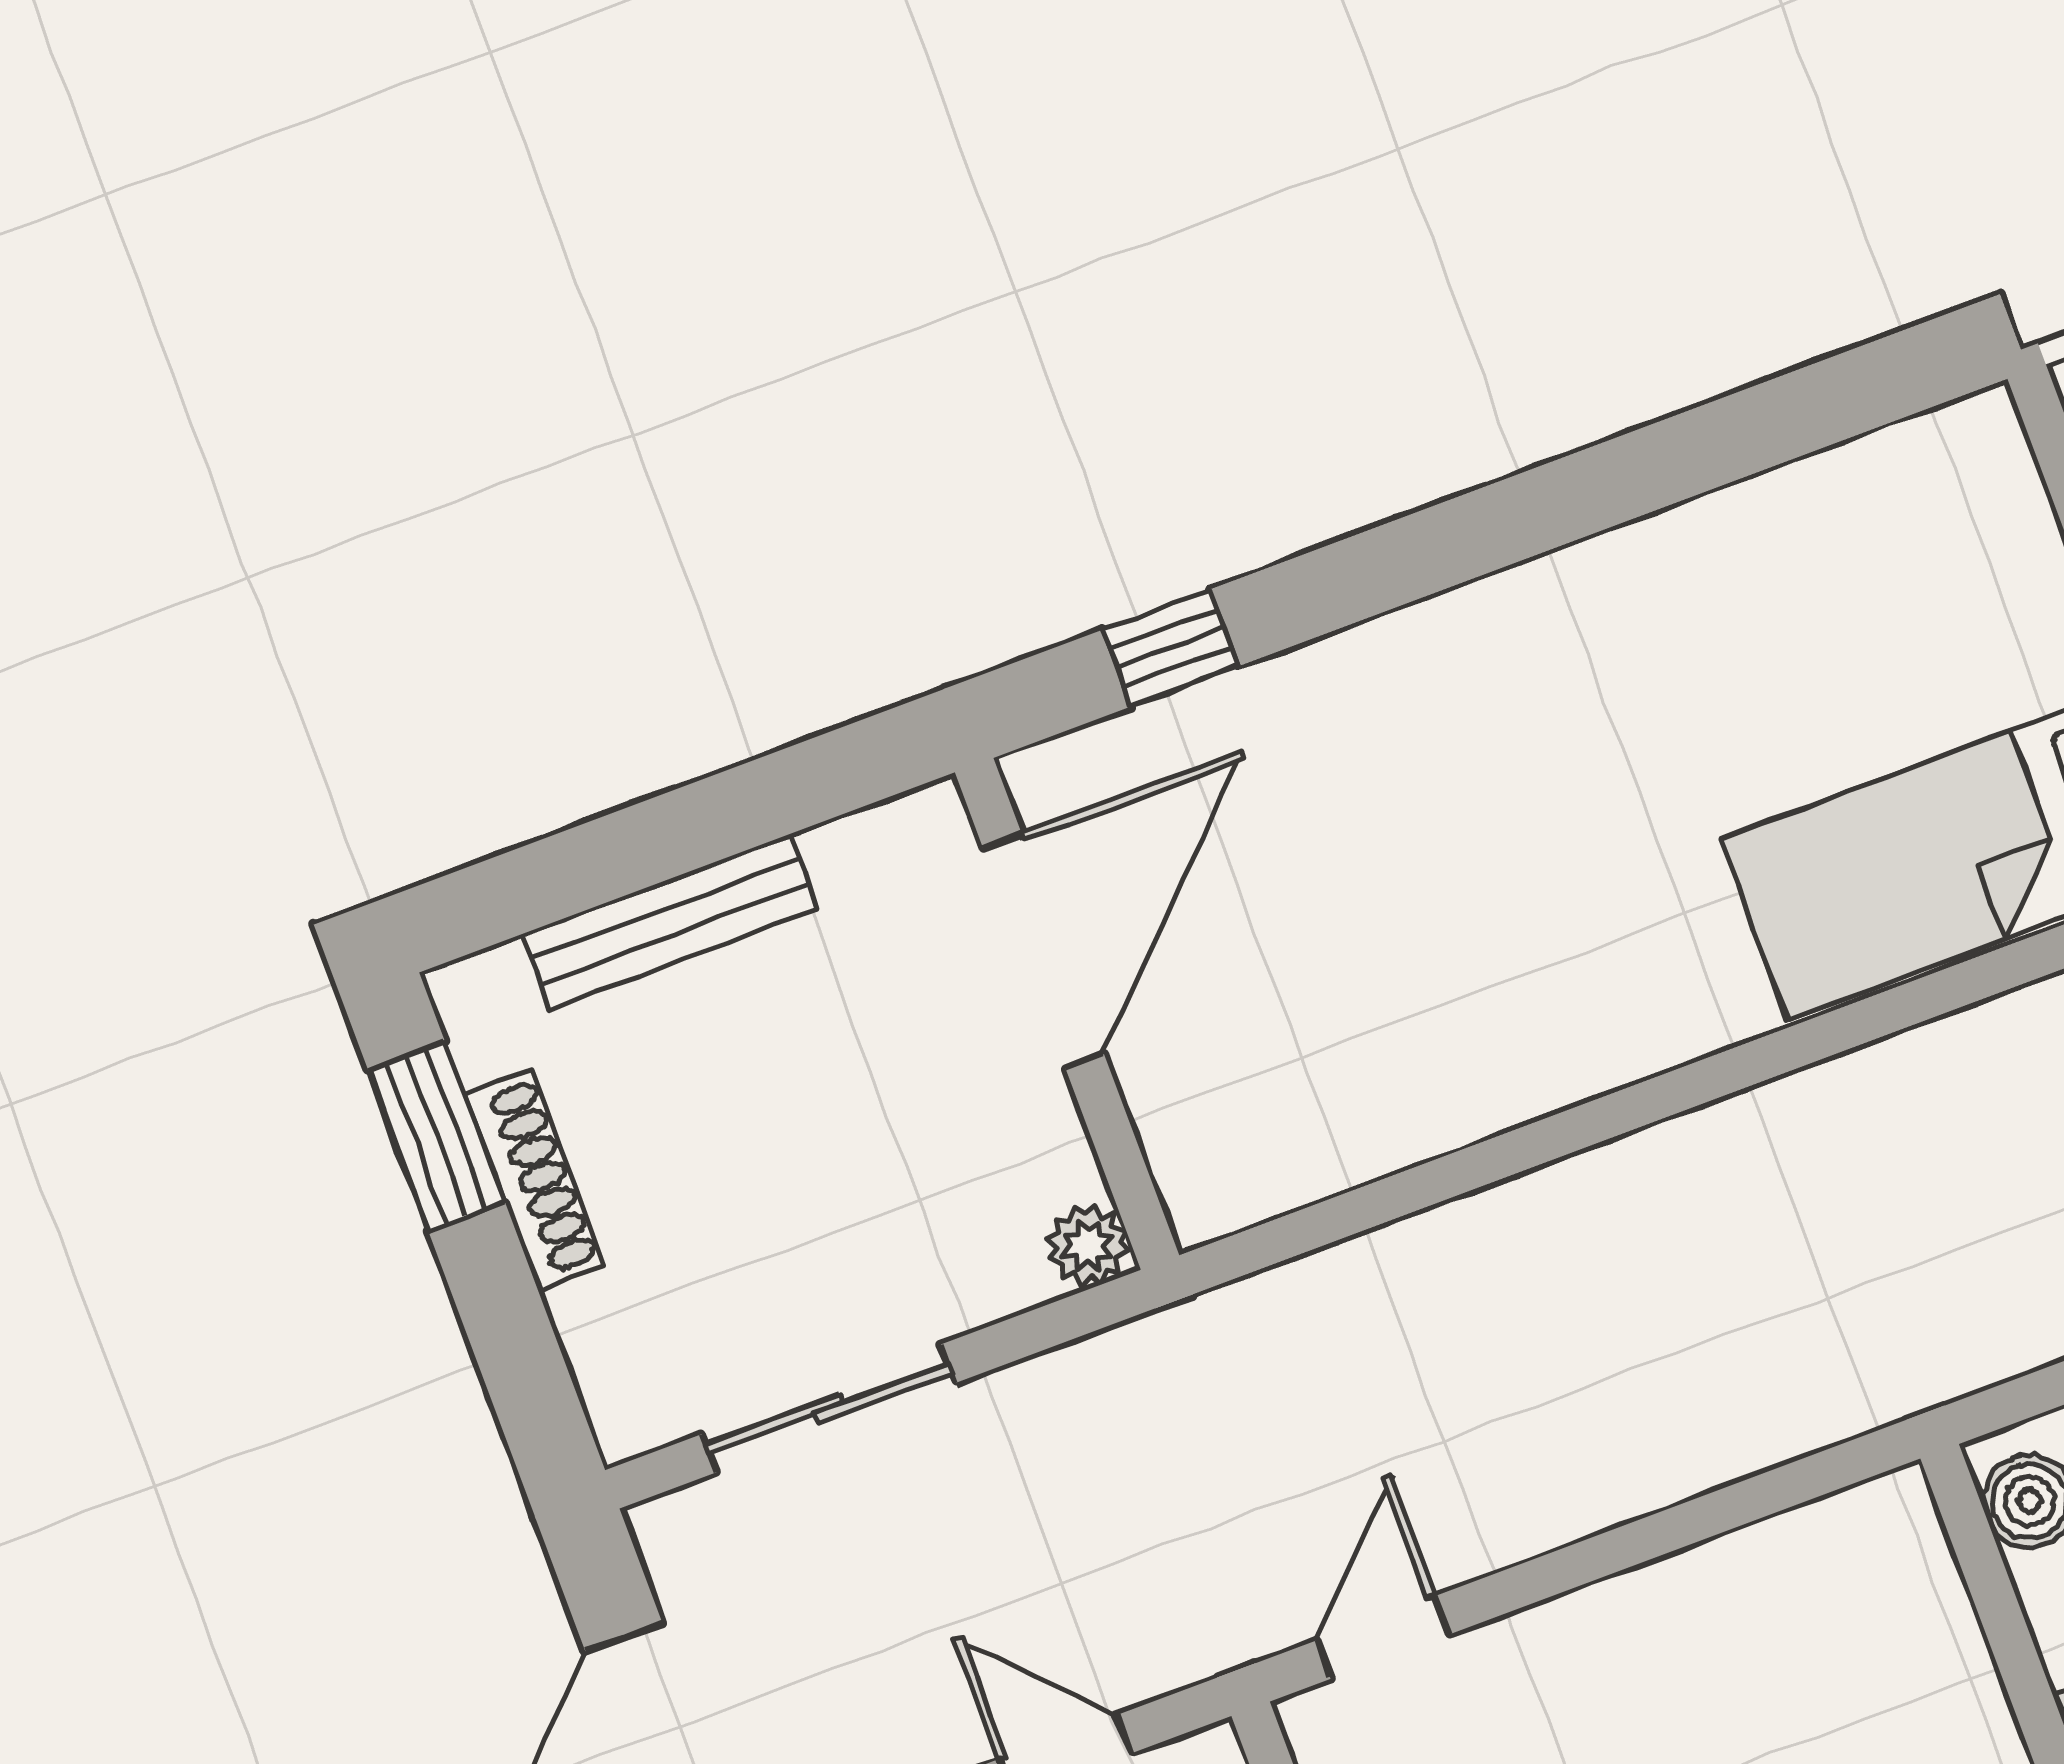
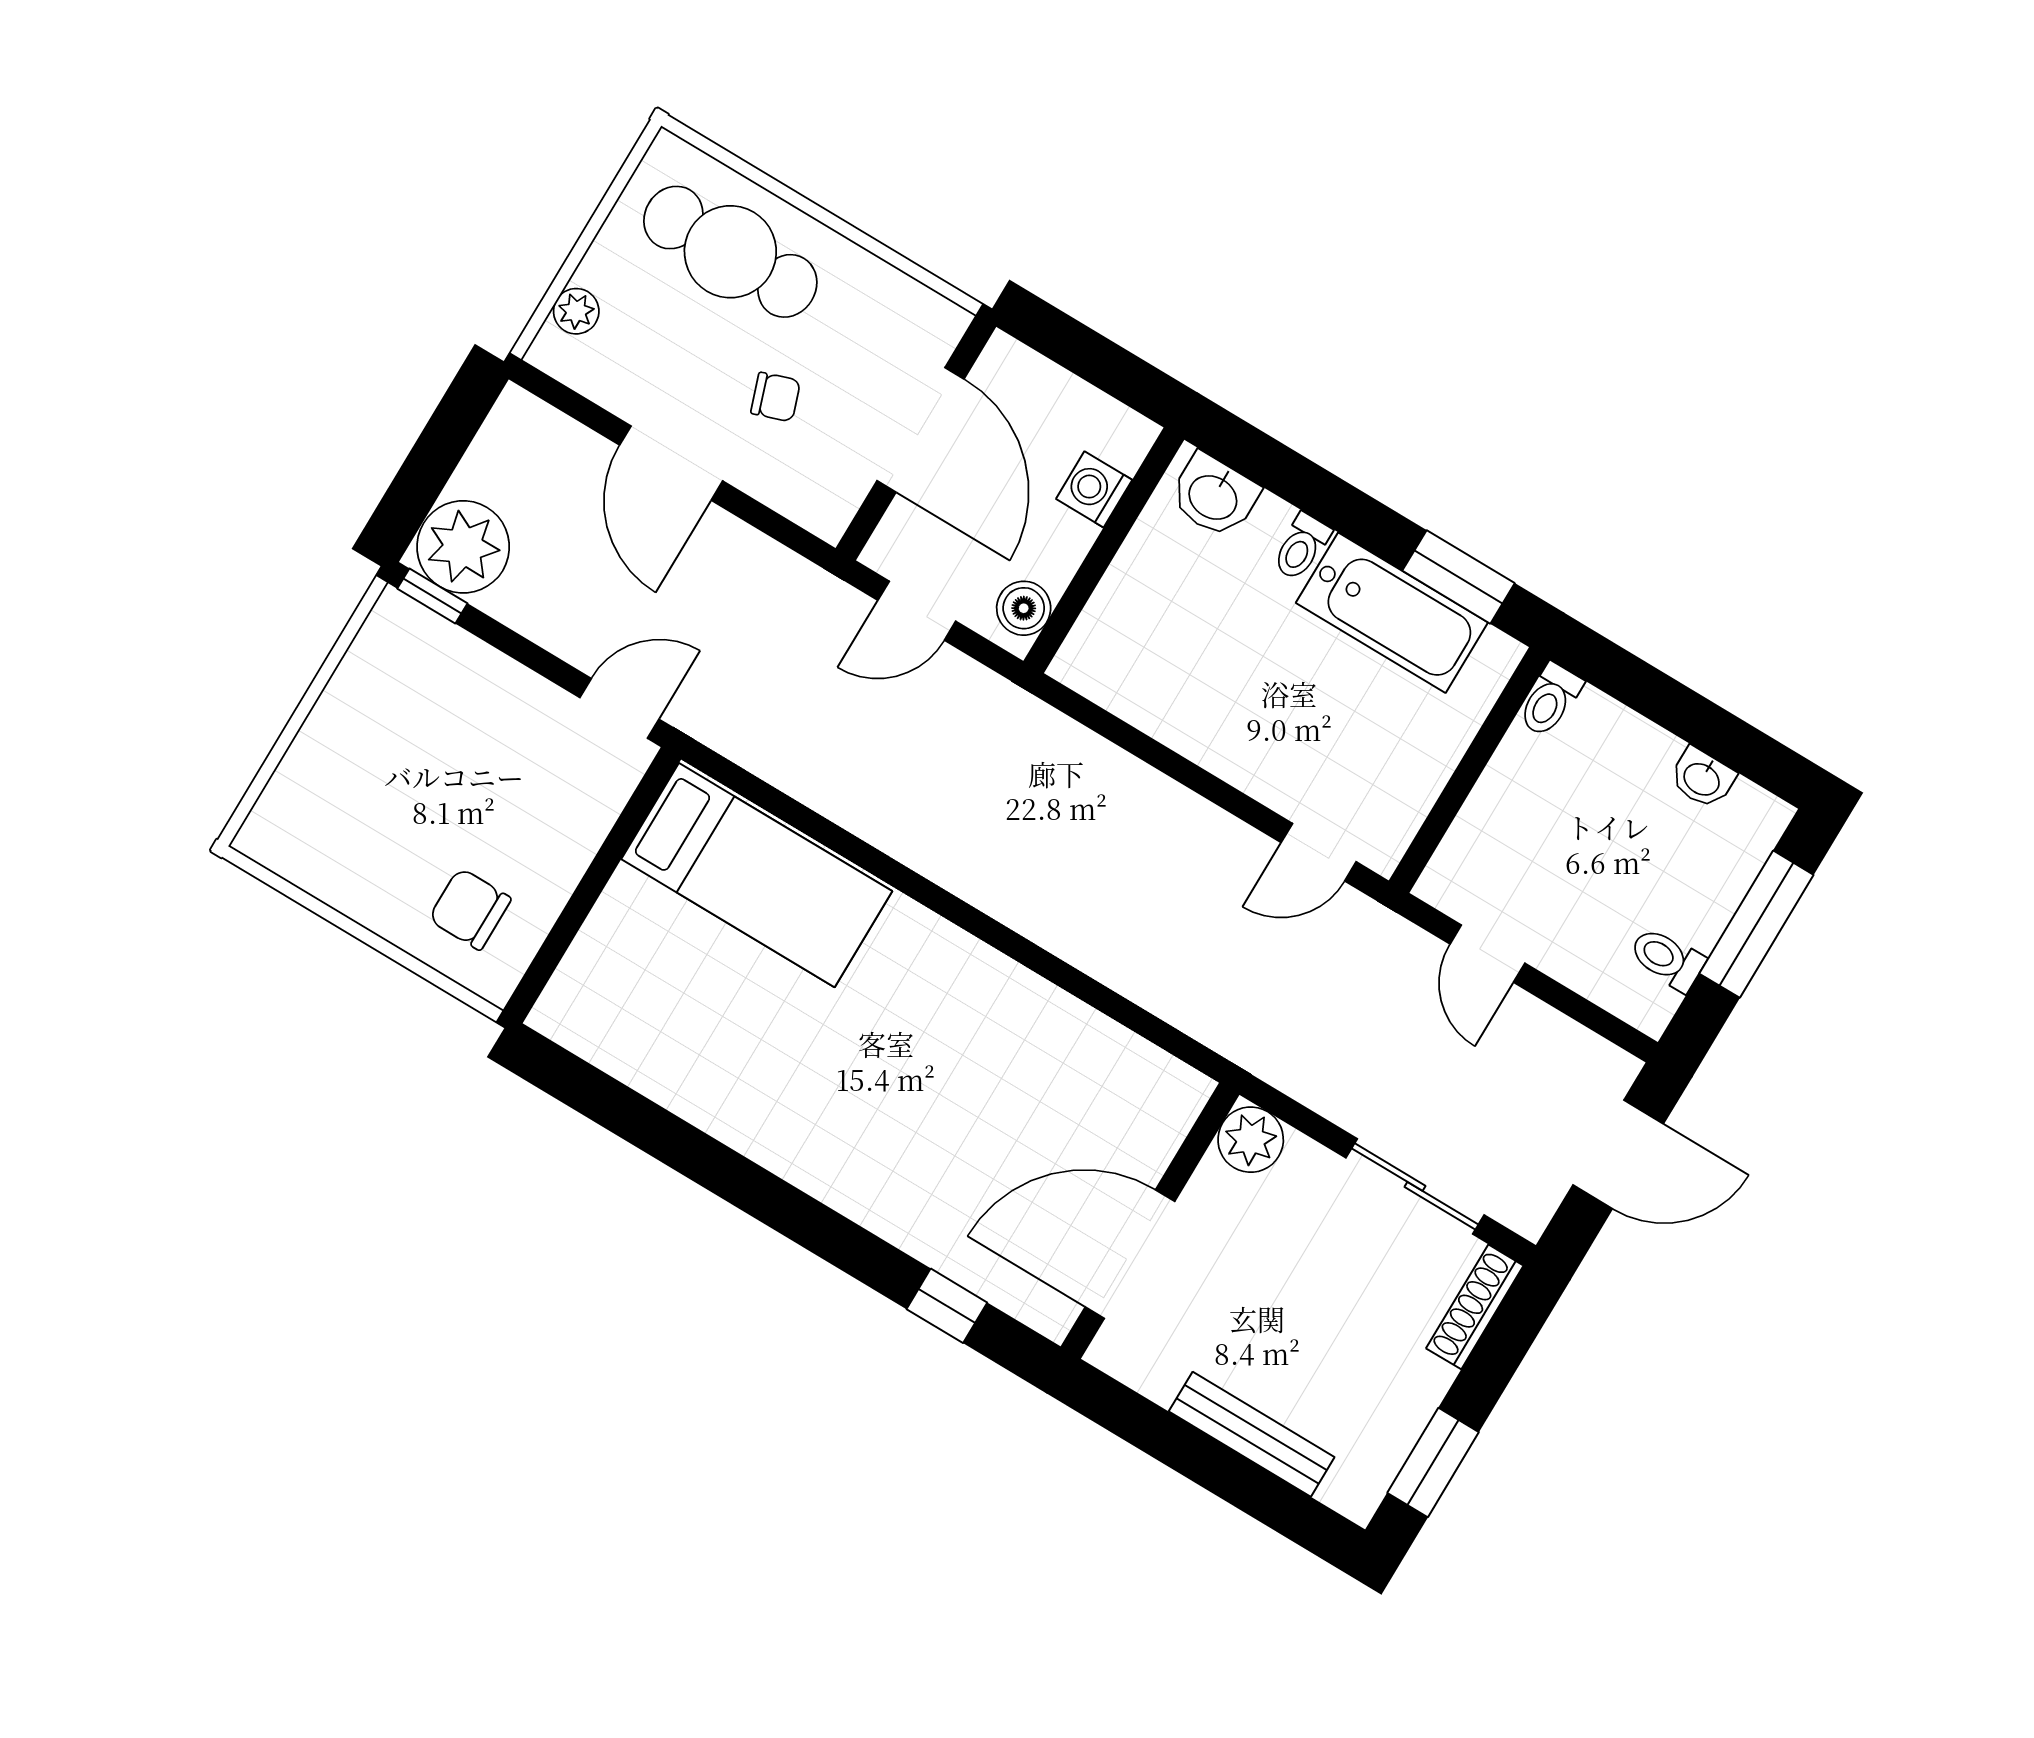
shoe rack: (534, 1180) -> (1475, 1307), moved
plant: (1088, 1246) -> (1251, 1140), width x1.38, depth x1.38

